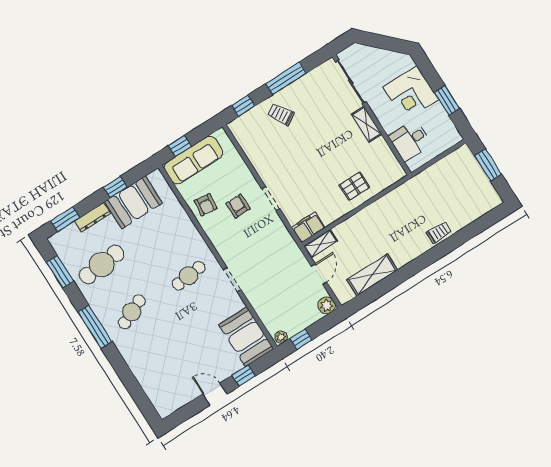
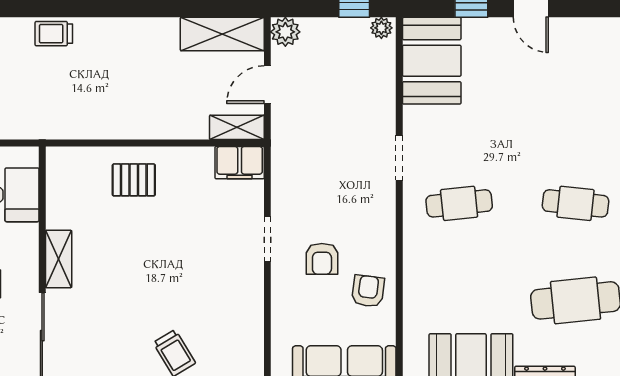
shelving: (372, 275) -> (222, 34), moved
cafe table: (132, 312) -> (576, 203), turned 30

